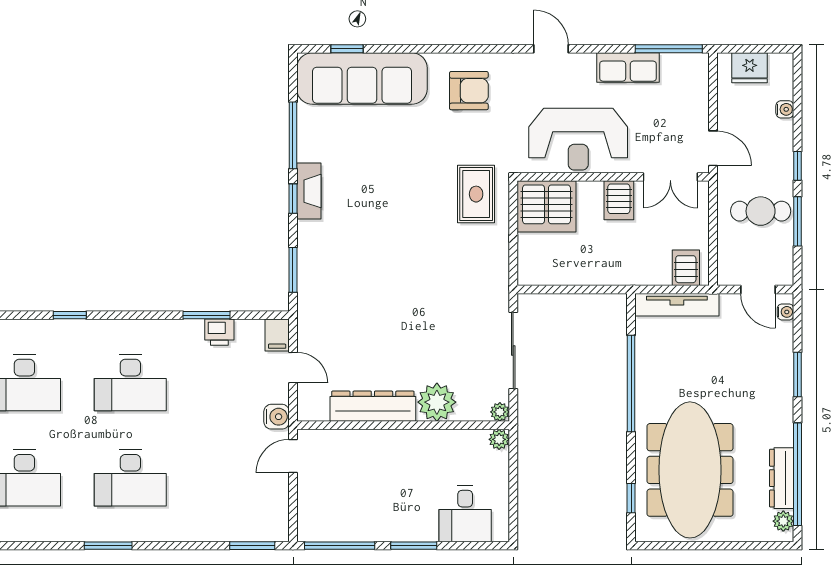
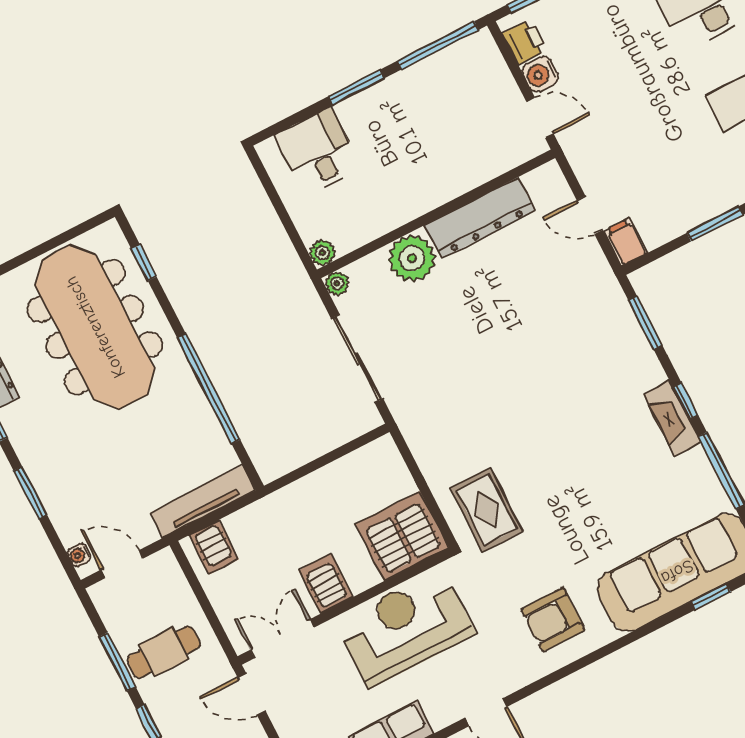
printer: (219, 332) -> (525, 42), moved, turned 90
water cooler: (277, 417) -> (540, 74), moved
door: (293, 456) -> (540, 118), hinge flipped

